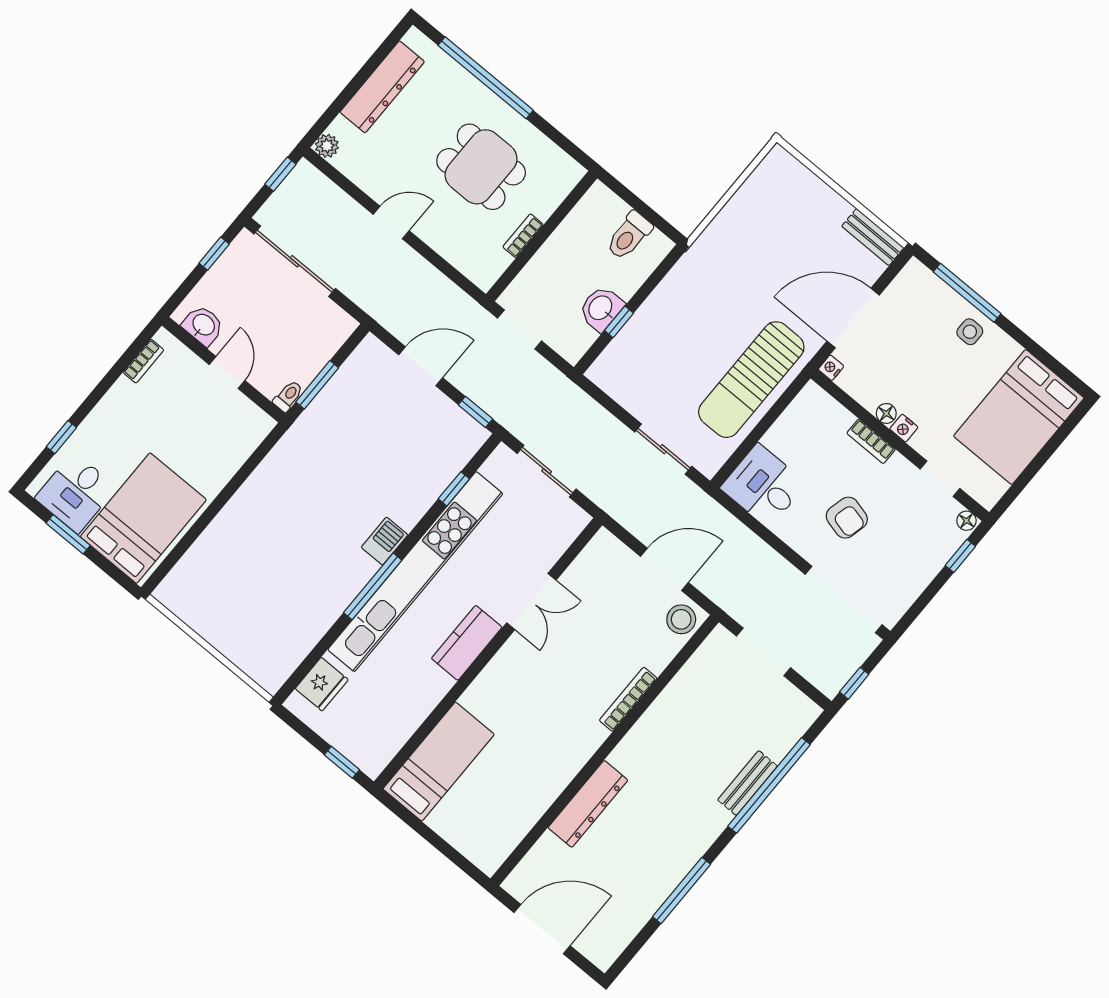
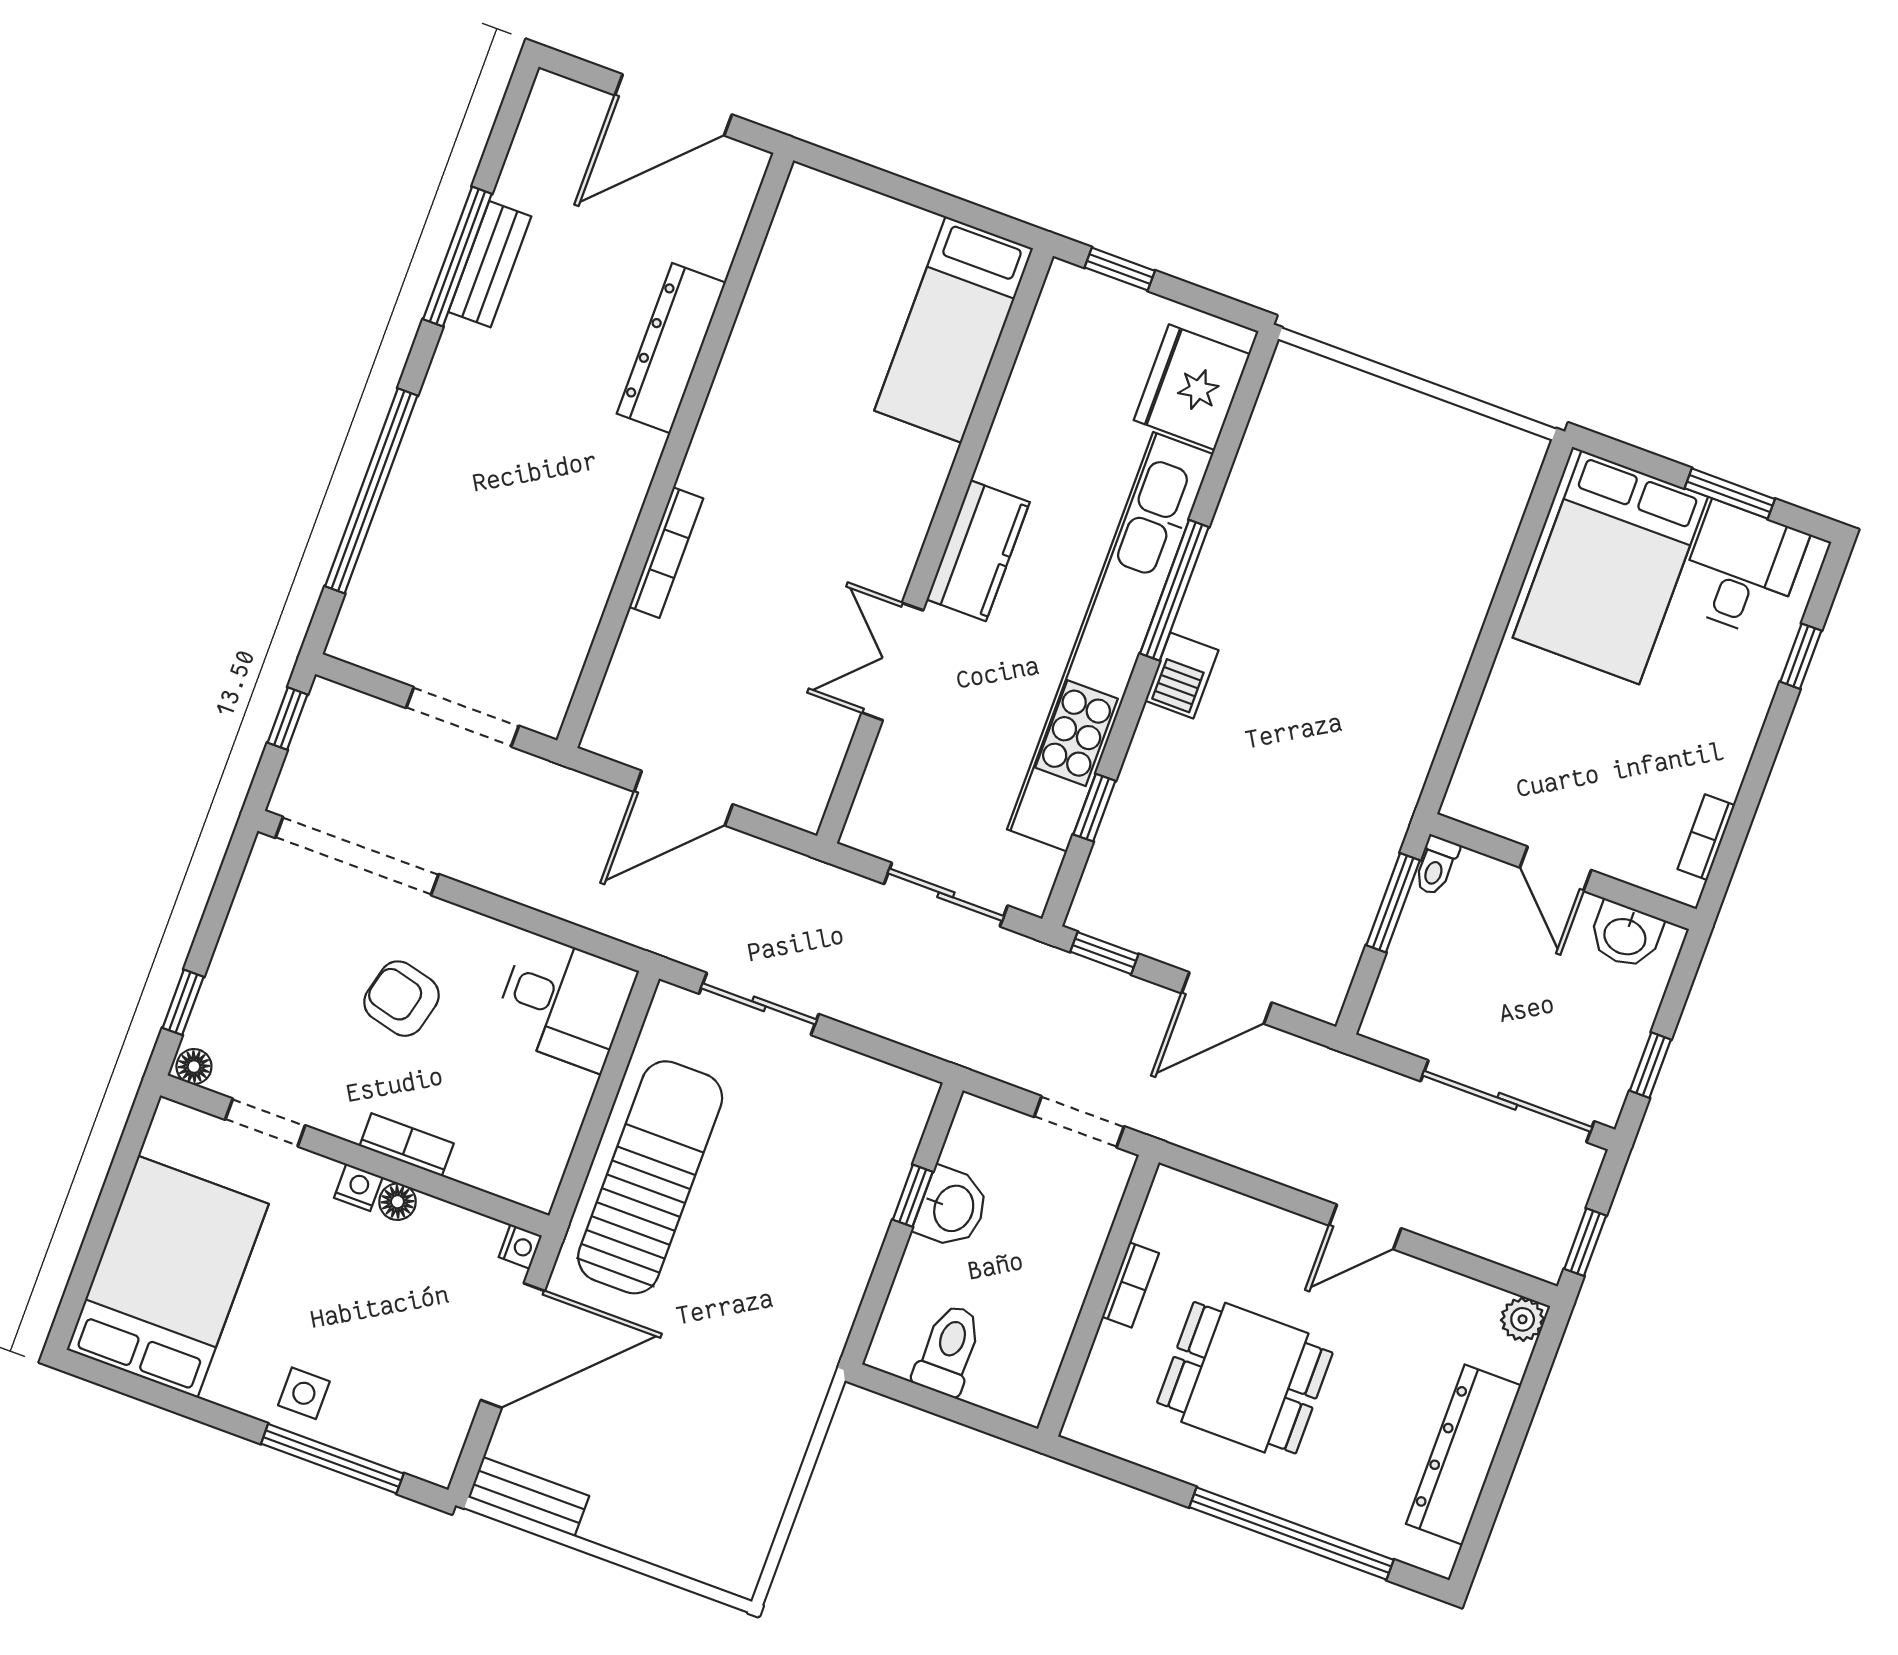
stool: (681, 619) -> (624, 722), removed
fridge: (322, 684) -> (1192, 387), width x1.36, depth x1.34
bench: (748, 783) -> (490, 264), moved

